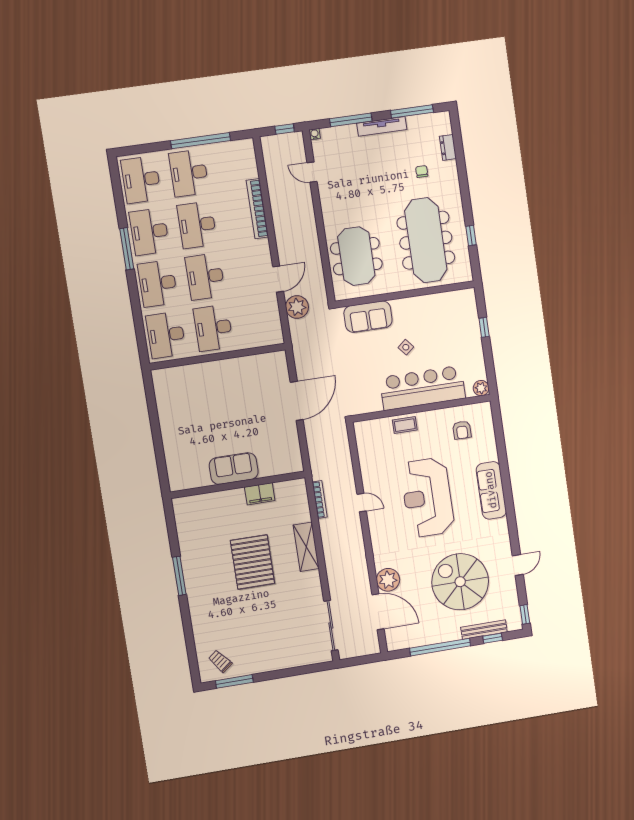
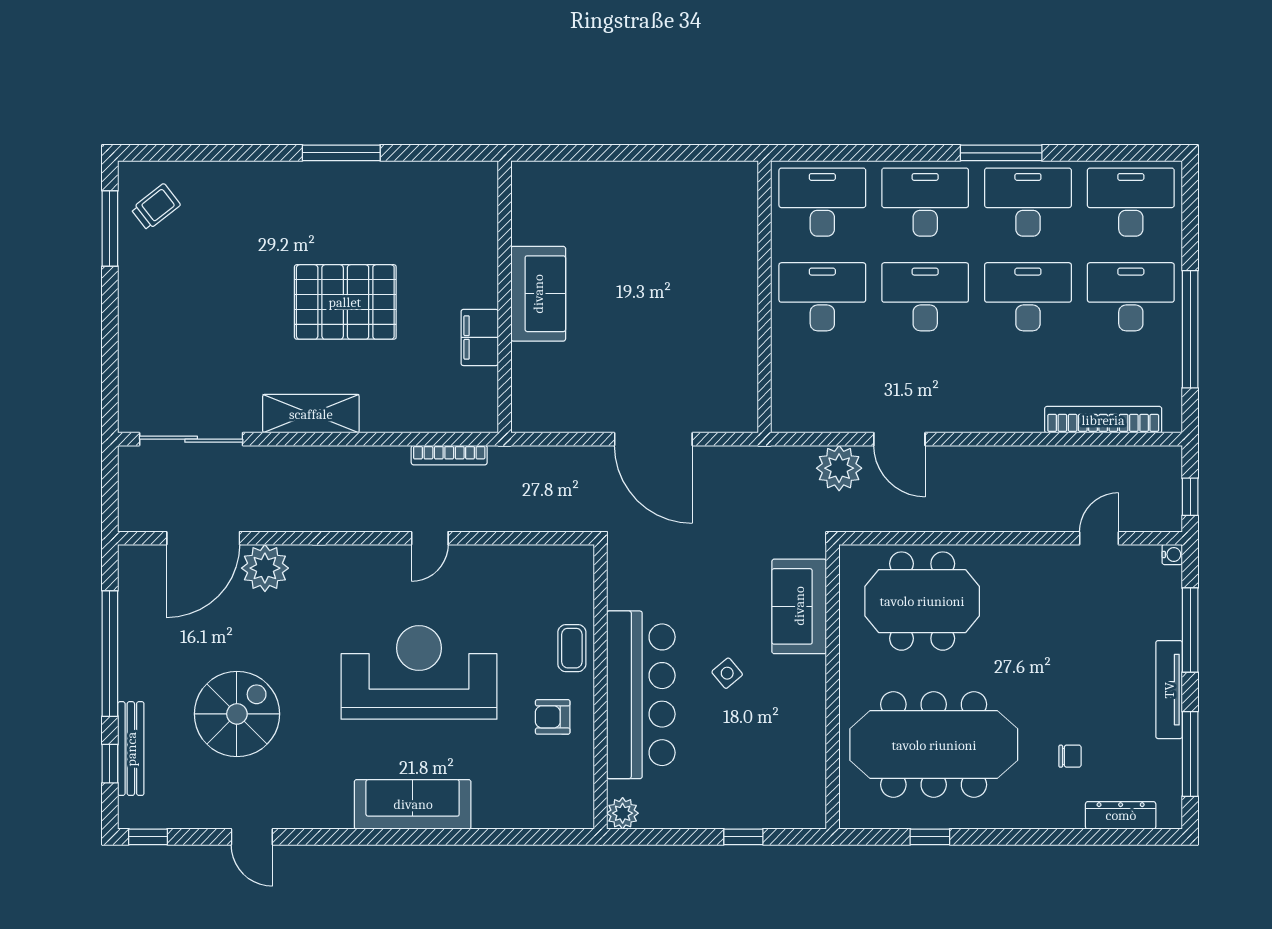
dresser: (448, 147) -> (1121, 815), width x1.44
bookcase: (257, 209) -> (1103, 420), moved
armchair: (462, 430) -> (553, 717), moved
shelving: (306, 547) -> (311, 414), moved
spiral stairs: (460, 582) -> (237, 714), width x0.73, depth x0.73

